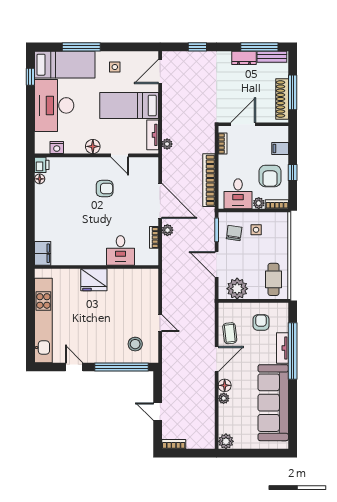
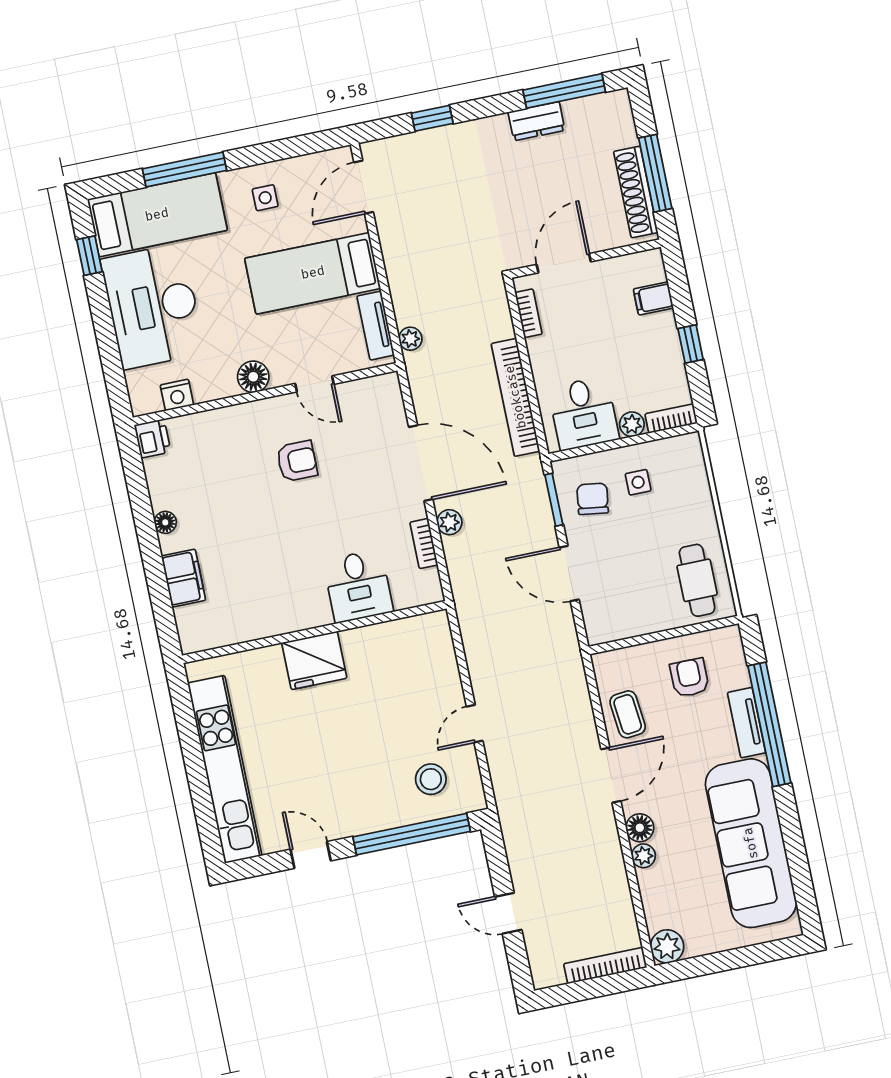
bench: (272, 57) -> (596, 106), removed
armchair: (270, 176) -> (644, 361), removed
floor lamp: (40, 179) -> (165, 522), moved
filing cabinet: (43, 253) -> (183, 578), moved
plant: (237, 289) -> (624, 616), removed
door: (160, 323) -> (475, 724), swing flipped
bookcase: (174, 444) -> (605, 966), moved, width x1.56

